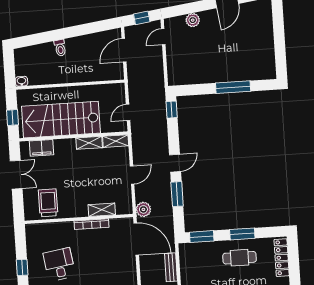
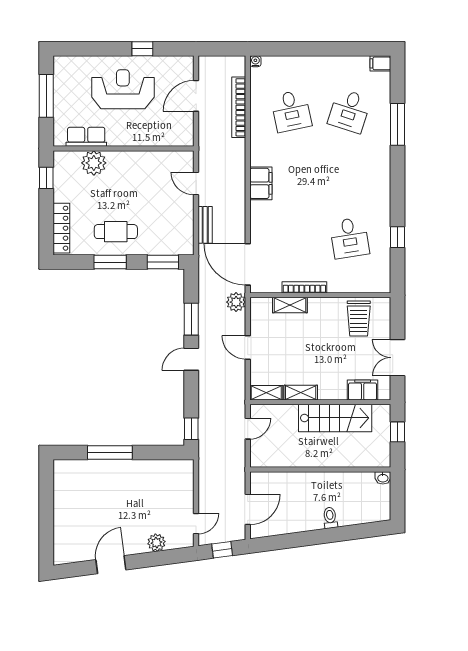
stairs: (61, 120) -> (335, 418), width x0.73, depth x0.66
door: (132, 175) -> (248, 347), hinge flipped

